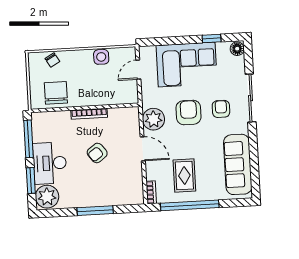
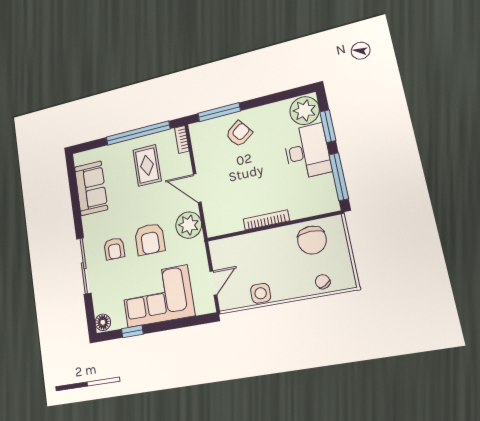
armchair: (97, 153) -> (239, 134), moved
sofa: (238, 164) -> (91, 188), width x0.73
window: (95, 211) -> (219, 112), moved

